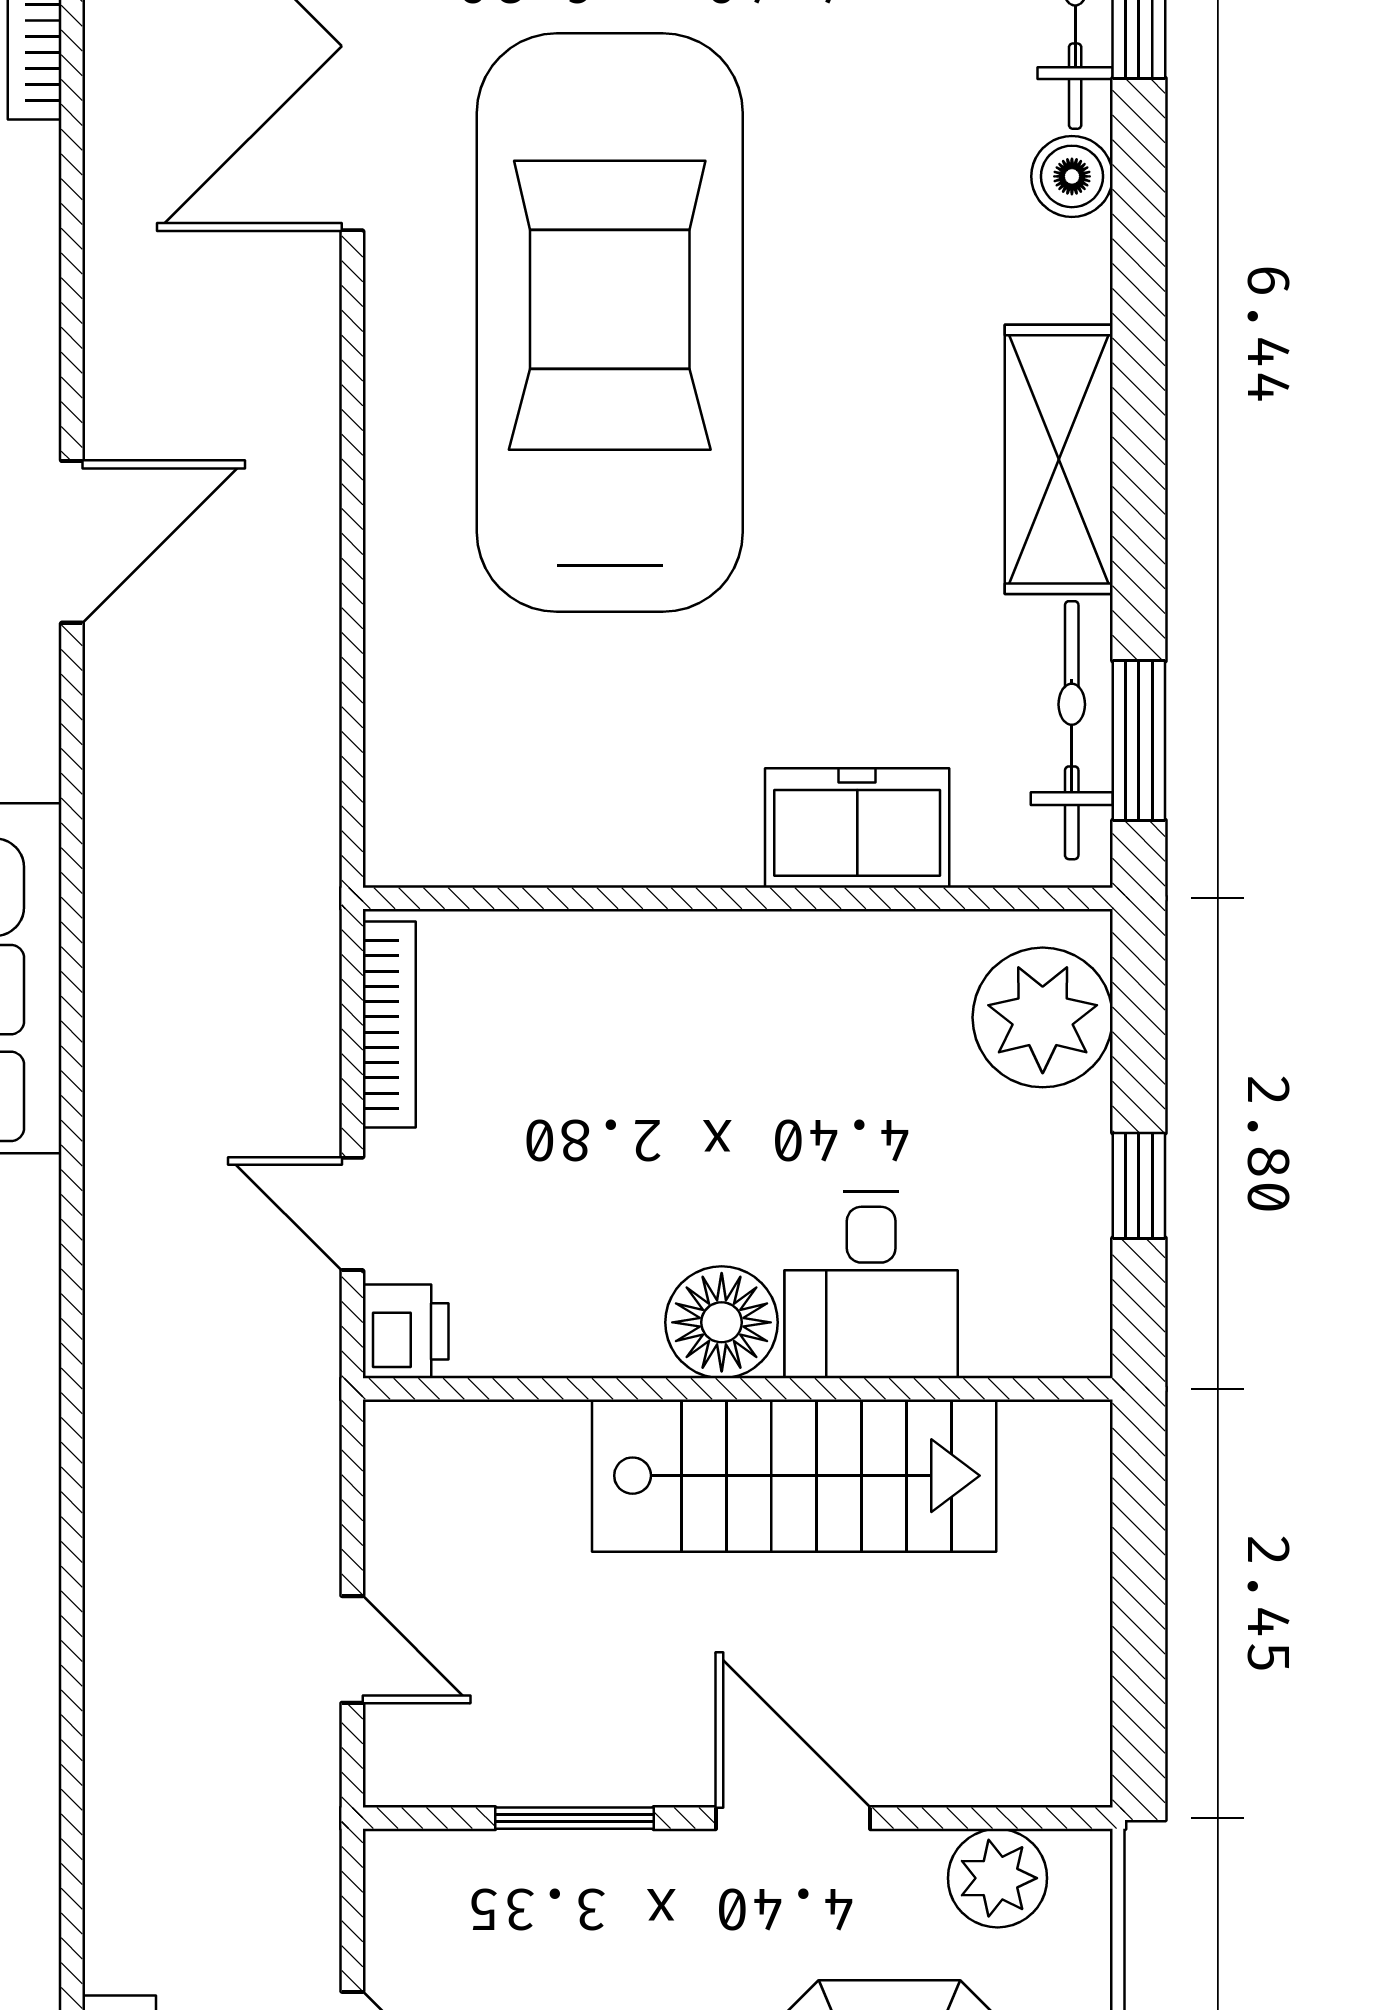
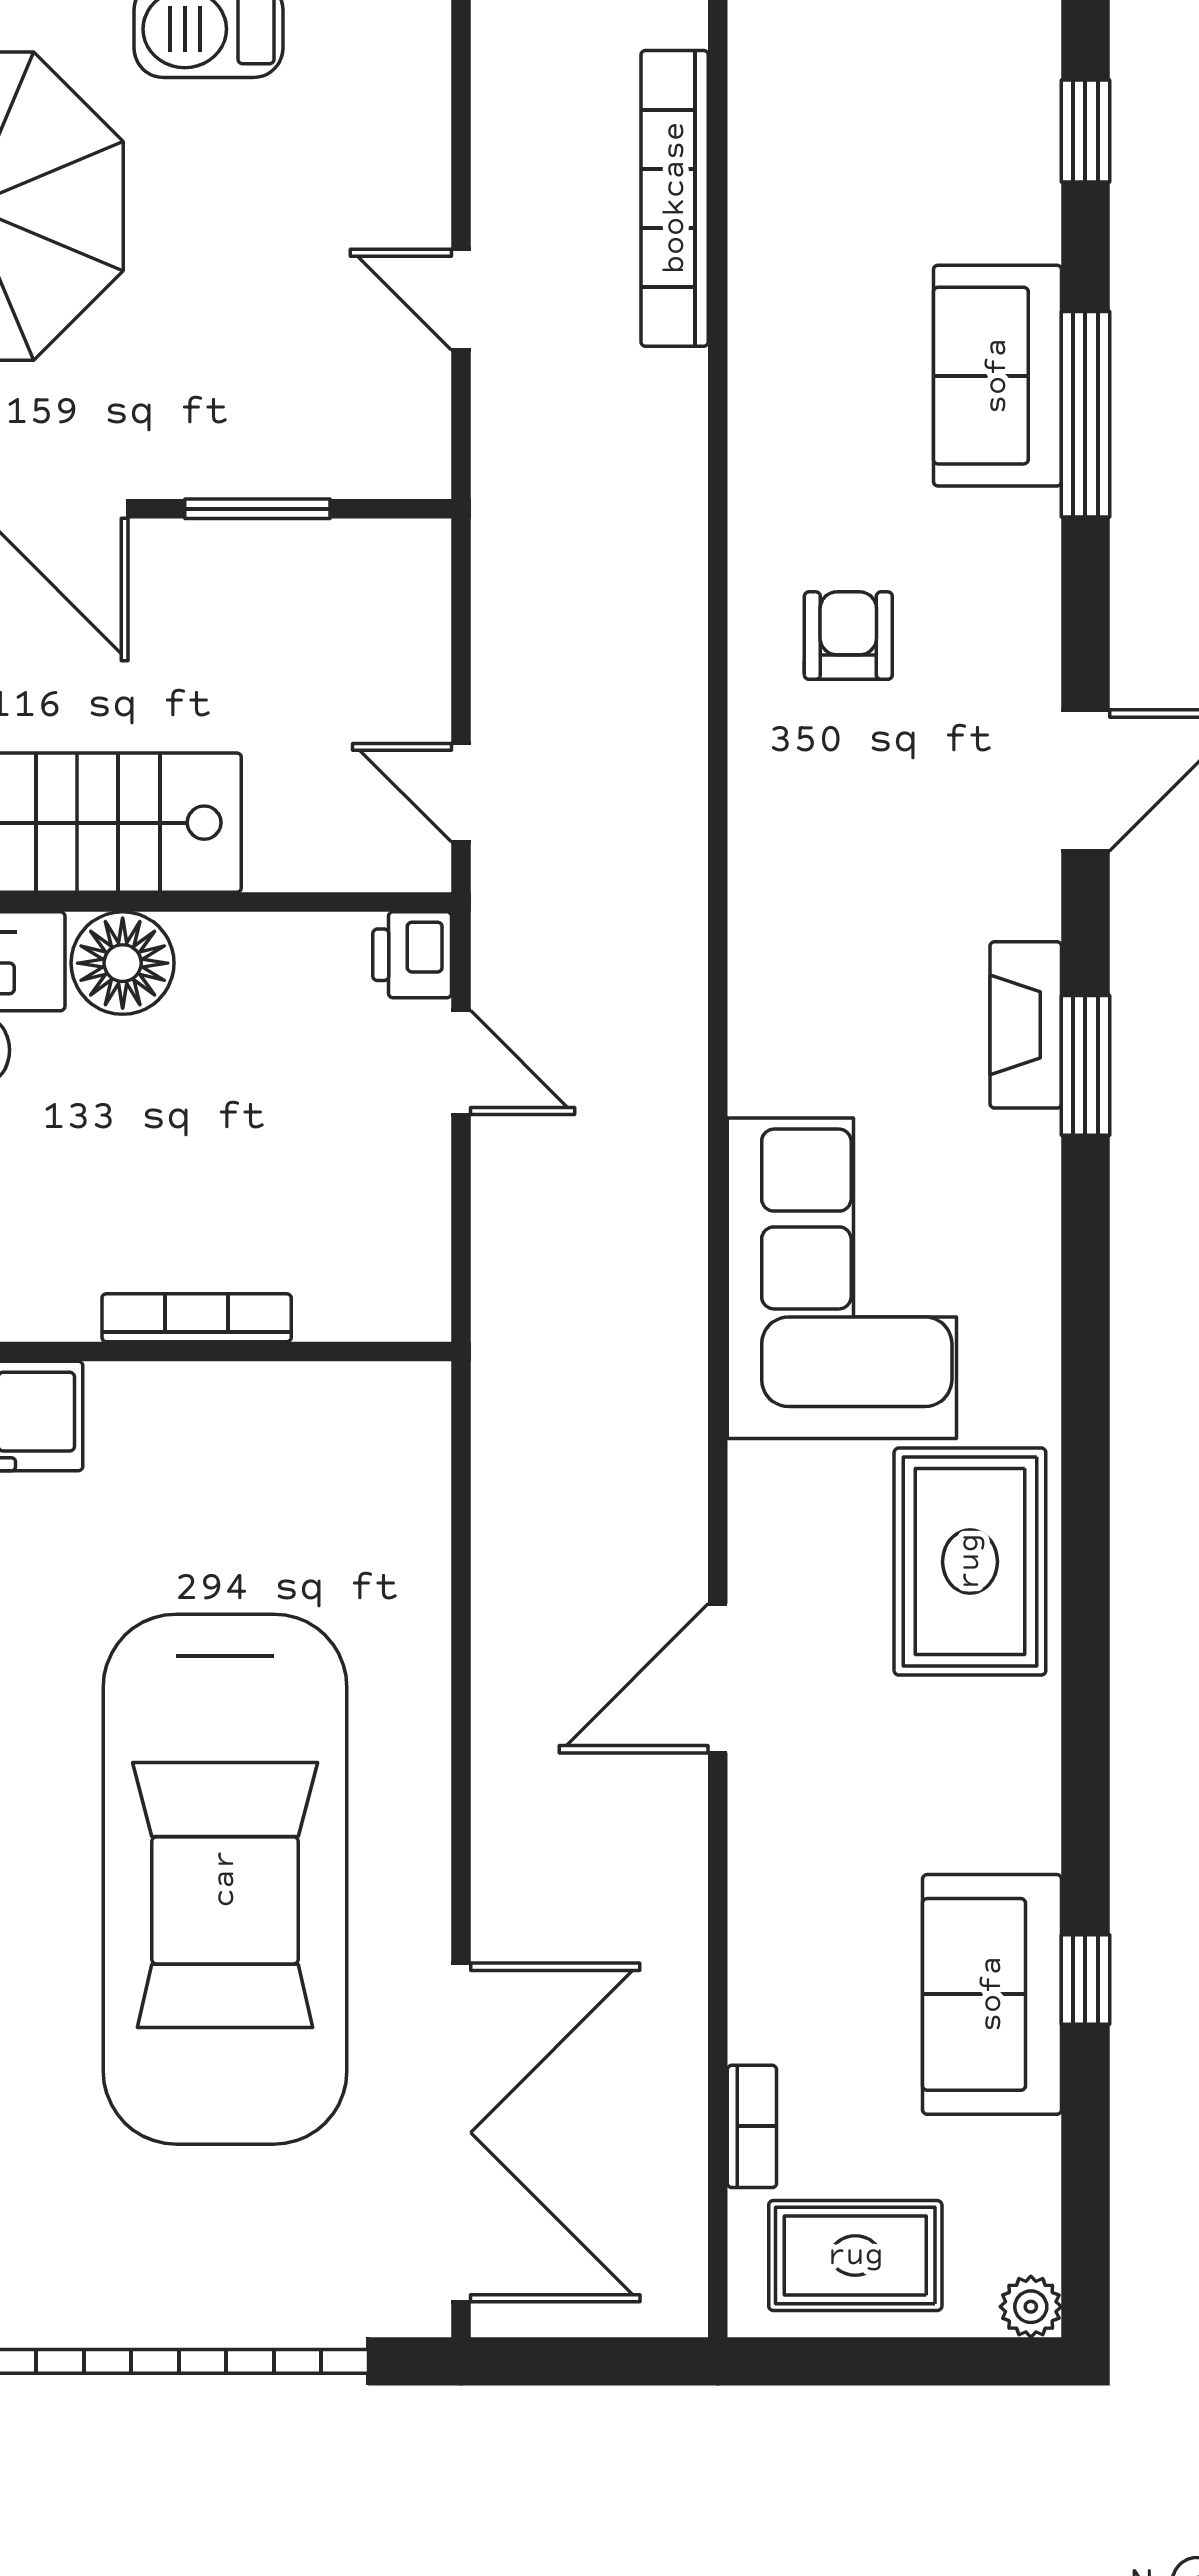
bookcase: (389, 1024) -> (197, 1318), moved, turned 90
door: (352, 1649) -> (461, 793), moved

